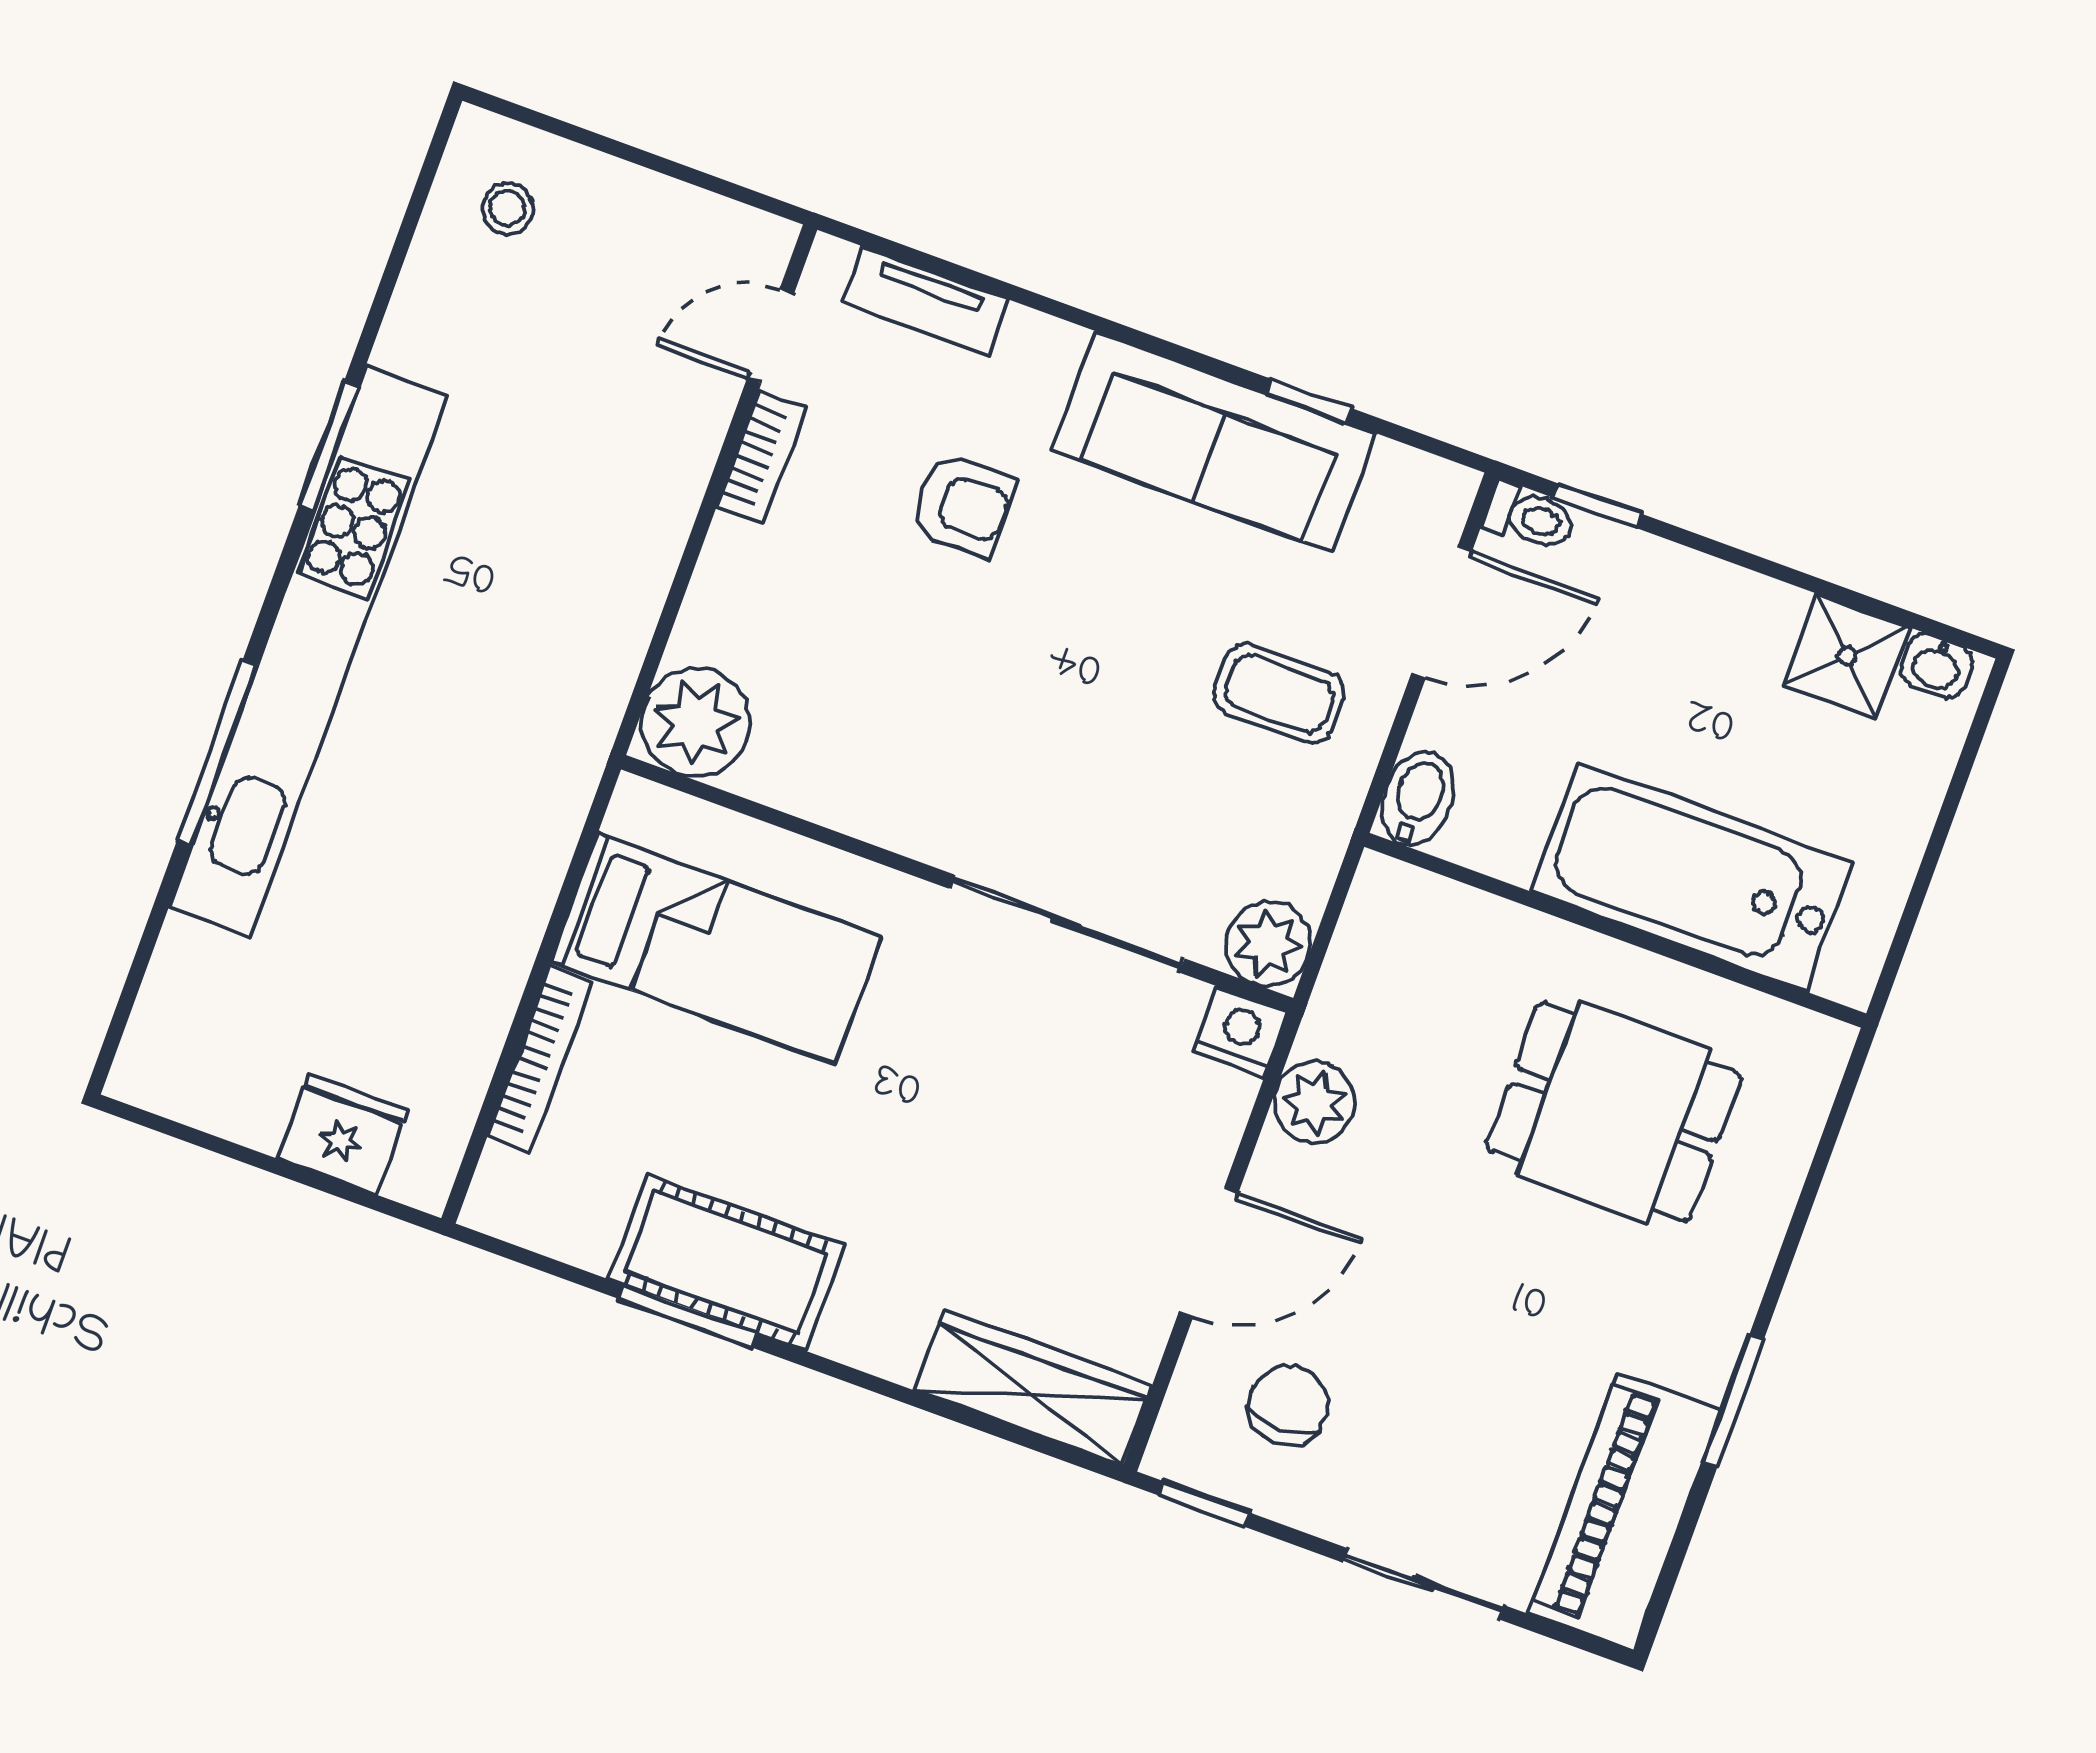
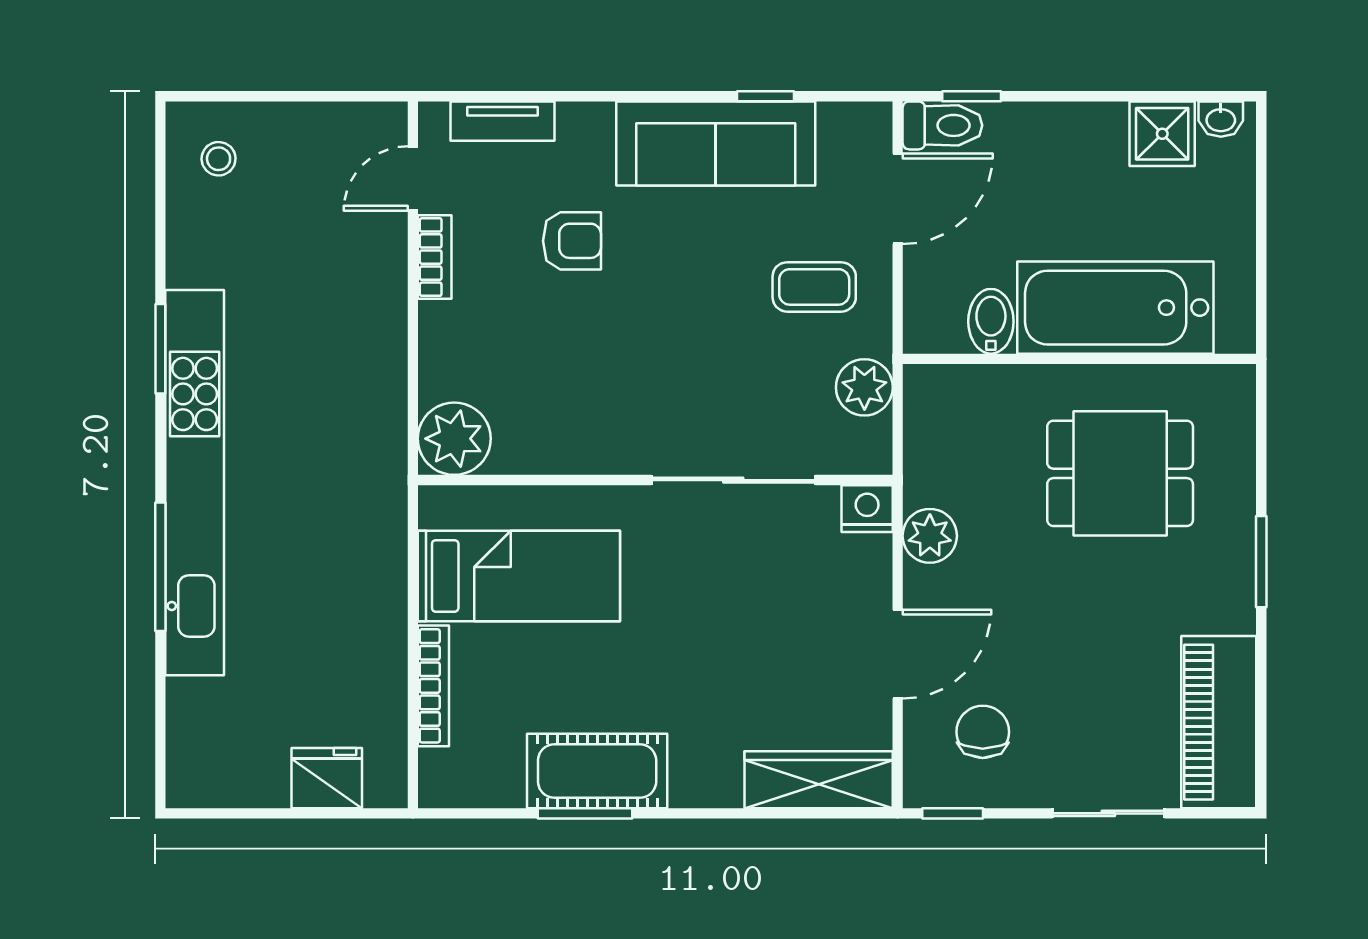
toilet: (1530, 517) -> (942, 125), width x1.37, depth x1.39
bidet: (1418, 799) -> (991, 321), moved
plant: (1268, 944) -> (864, 387), moved
window: (1733, 1402) -> (1261, 562), moved

